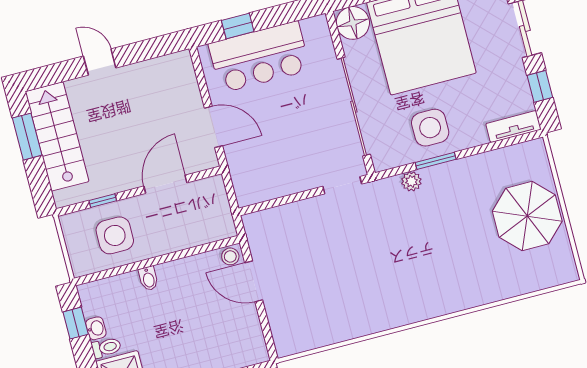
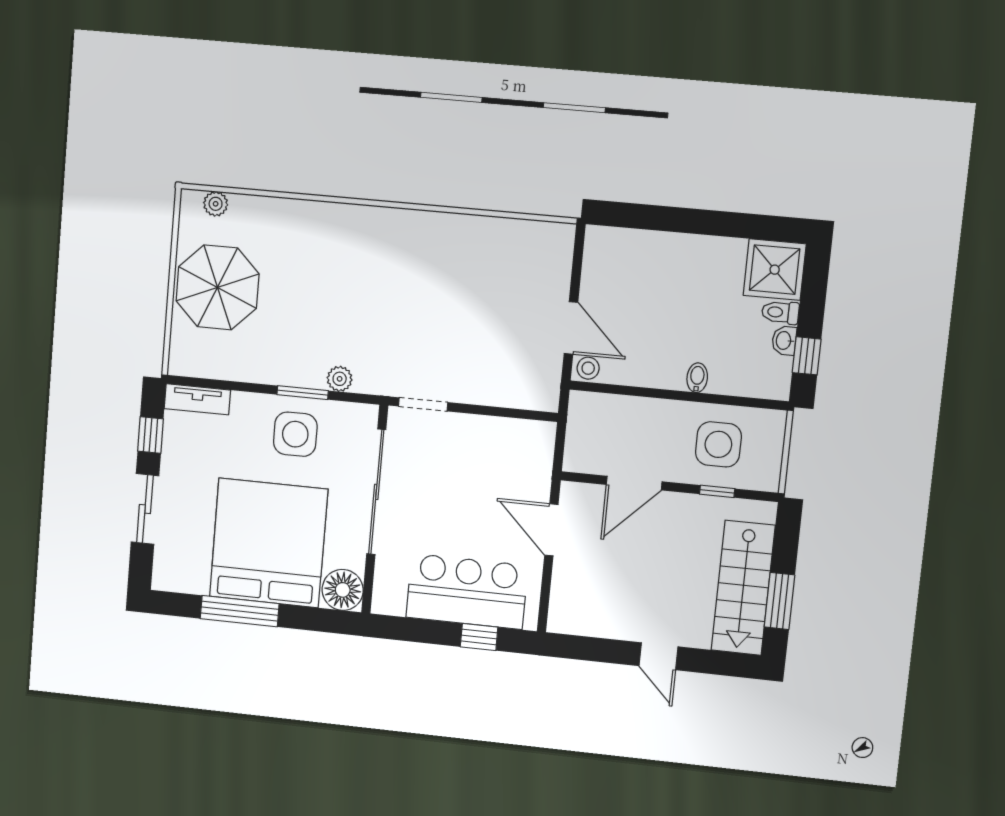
plant: (550, 278) -> (216, 204), added

